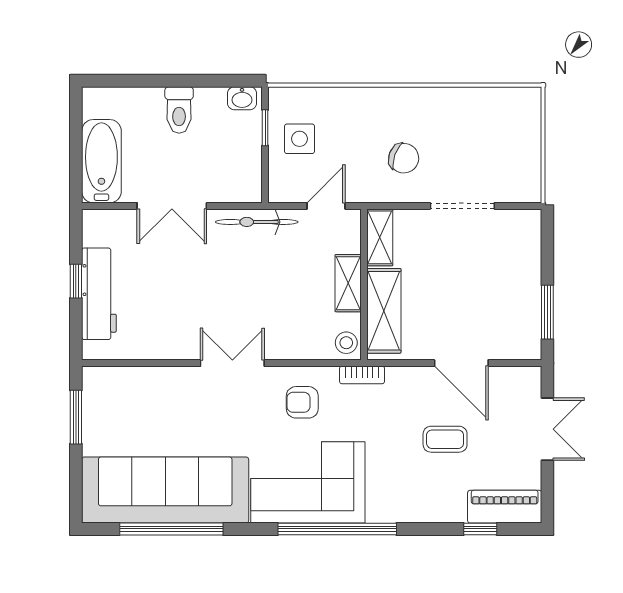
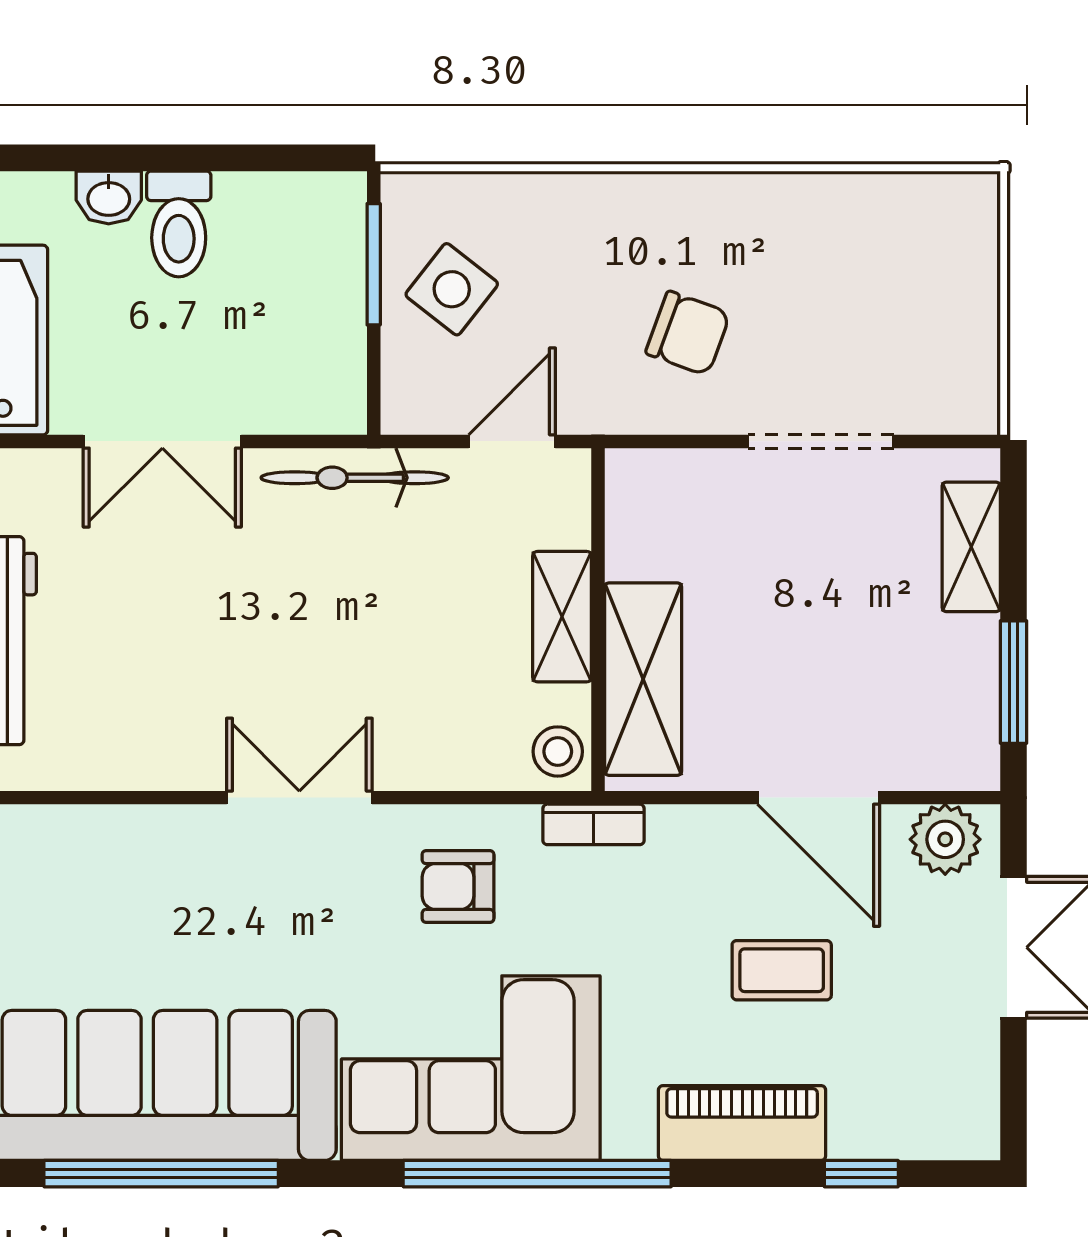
washbasin: (242, 98) -> (109, 197), moved
window: (265, 128) -> (374, 264), width x1.50
side table: (300, 139) -> (452, 289), turned 38
shelving: (380, 237) -> (971, 547), moved
plant: (517, 381) -> (945, 839), added
piano: (505, 507) -> (742, 1123), moved

